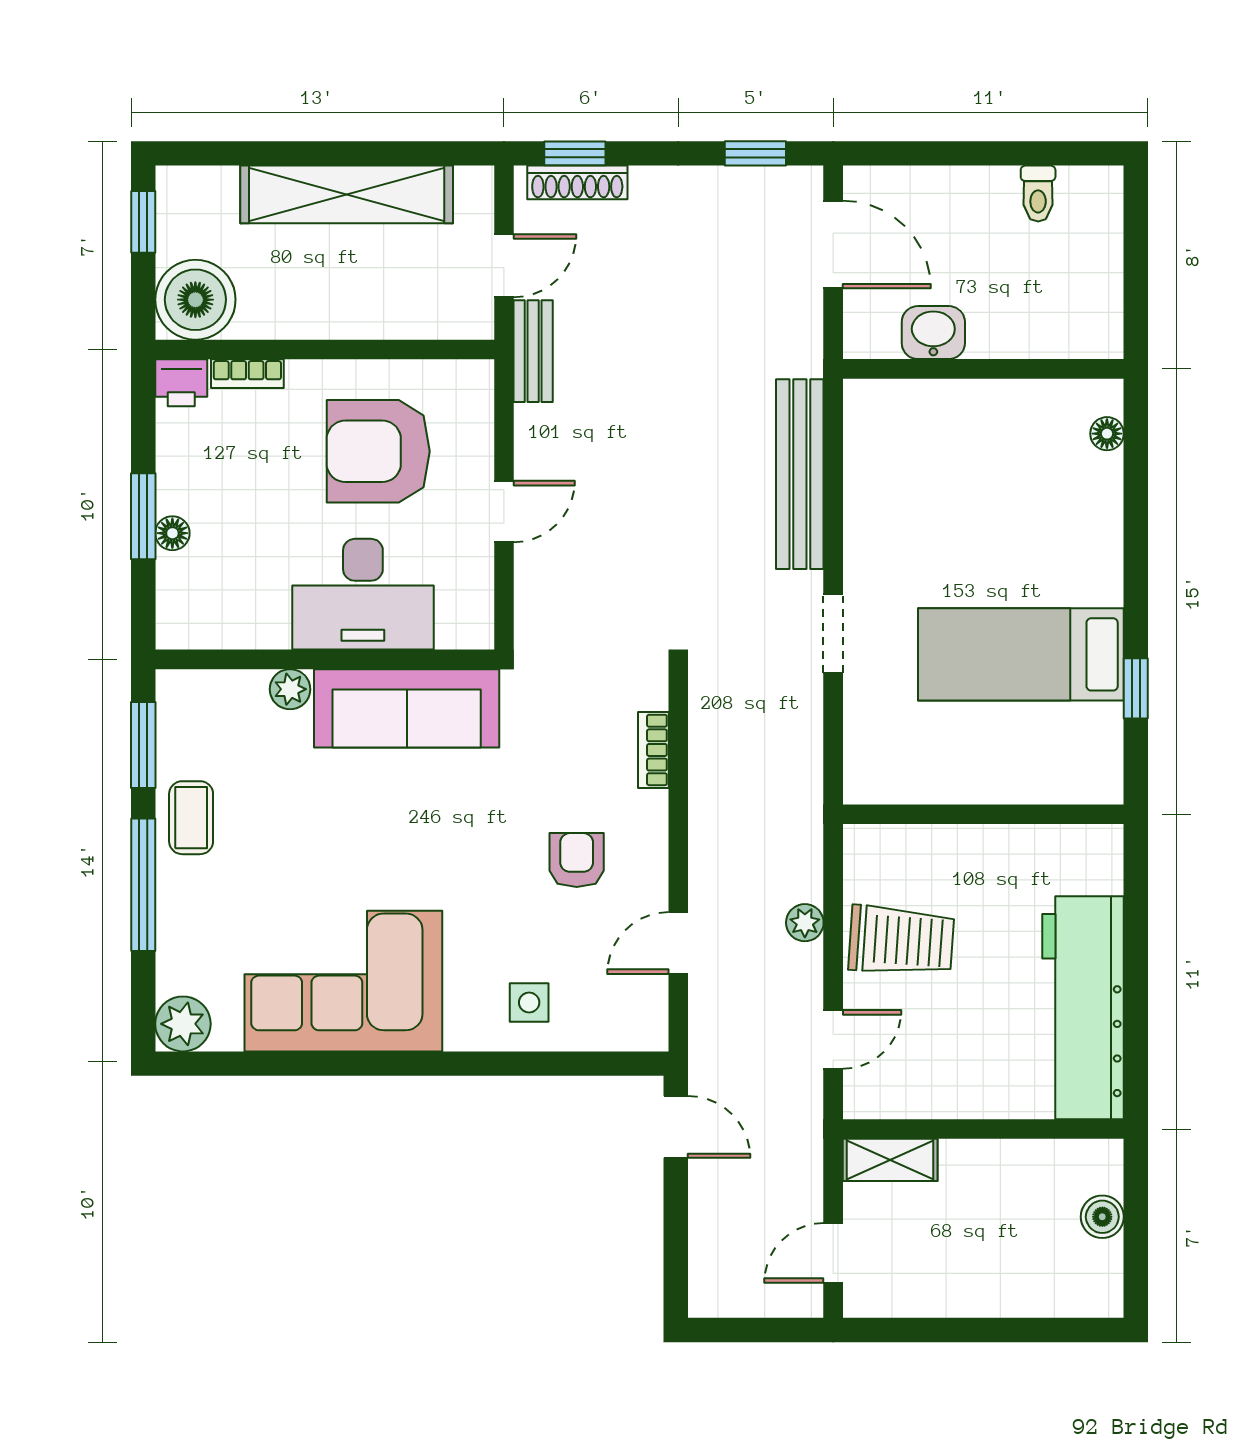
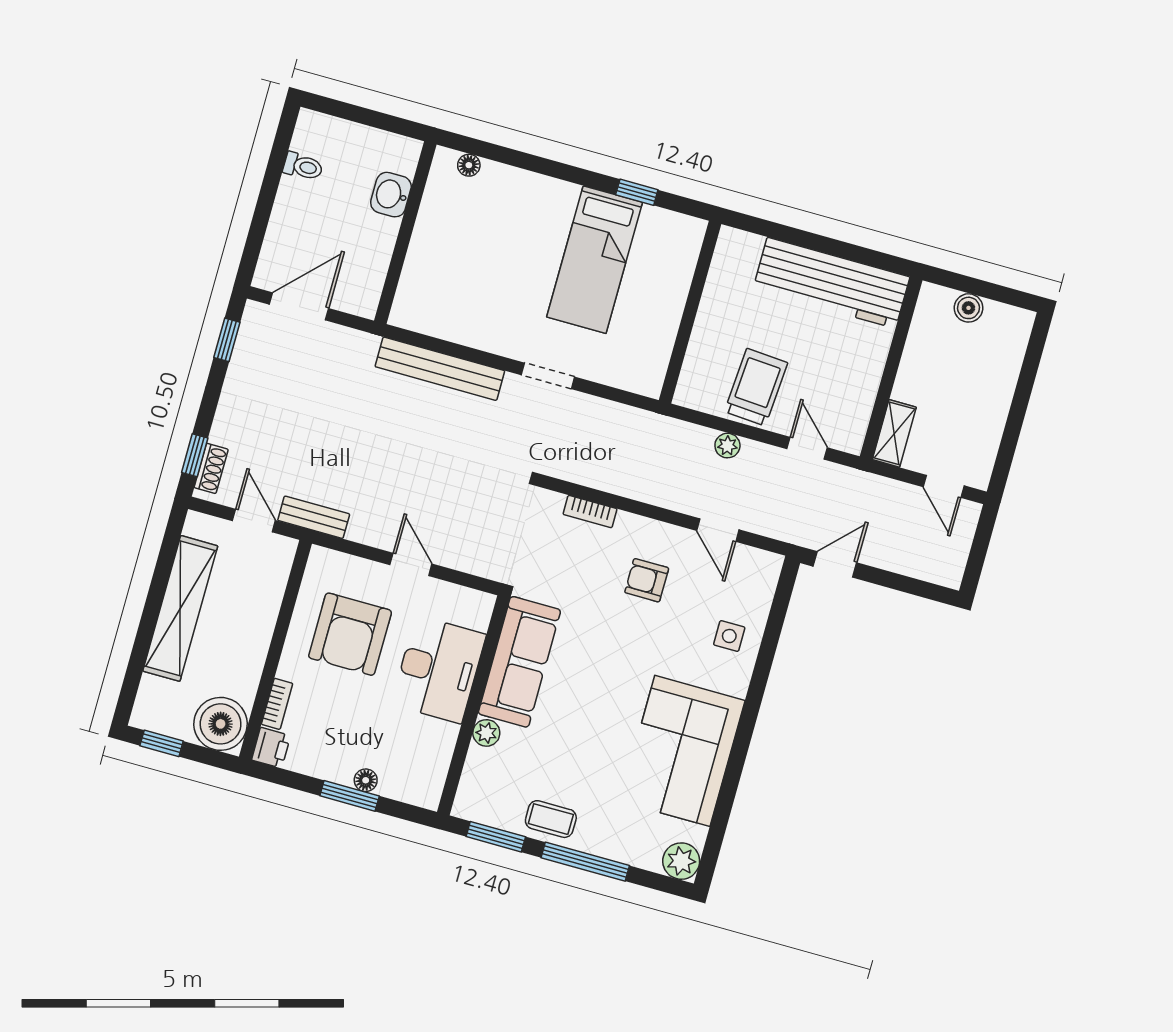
shoe rack: (577, 182) -> (211, 468), width x0.70
washbasin: (933, 333) -> (391, 195), moved

